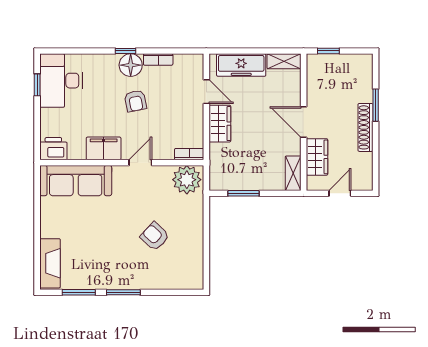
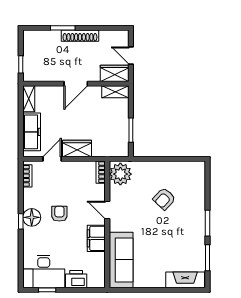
bookcase: (158, 59) -> (27, 176), moved
armchair: (135, 101) -> (59, 214), turned -79
printer: (53, 149) -> (76, 279), moved, turned 90
wardrobe: (317, 157) -> (115, 73), moved

